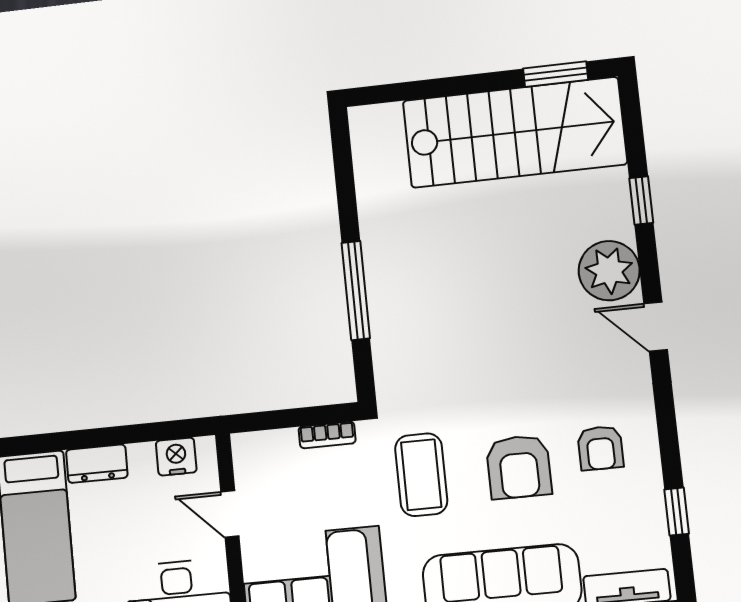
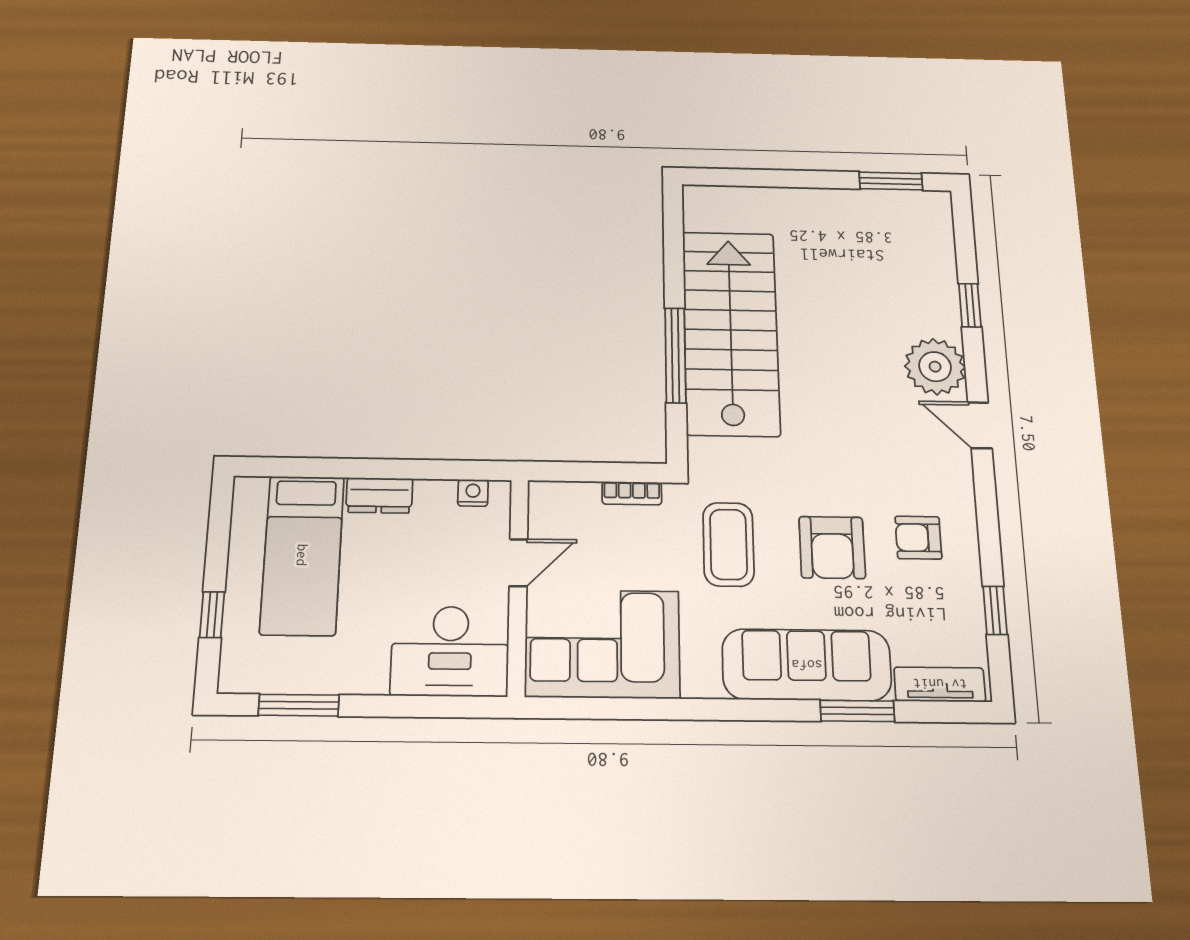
stairs: (515, 132) -> (731, 332), moved, turned -90
armchair: (600, 448) -> (918, 538), turned 90
nightstand: (176, 457) -> (473, 493), width x0.72, depth x0.74
door: (230, 514) -> (518, 563), swing flipped

